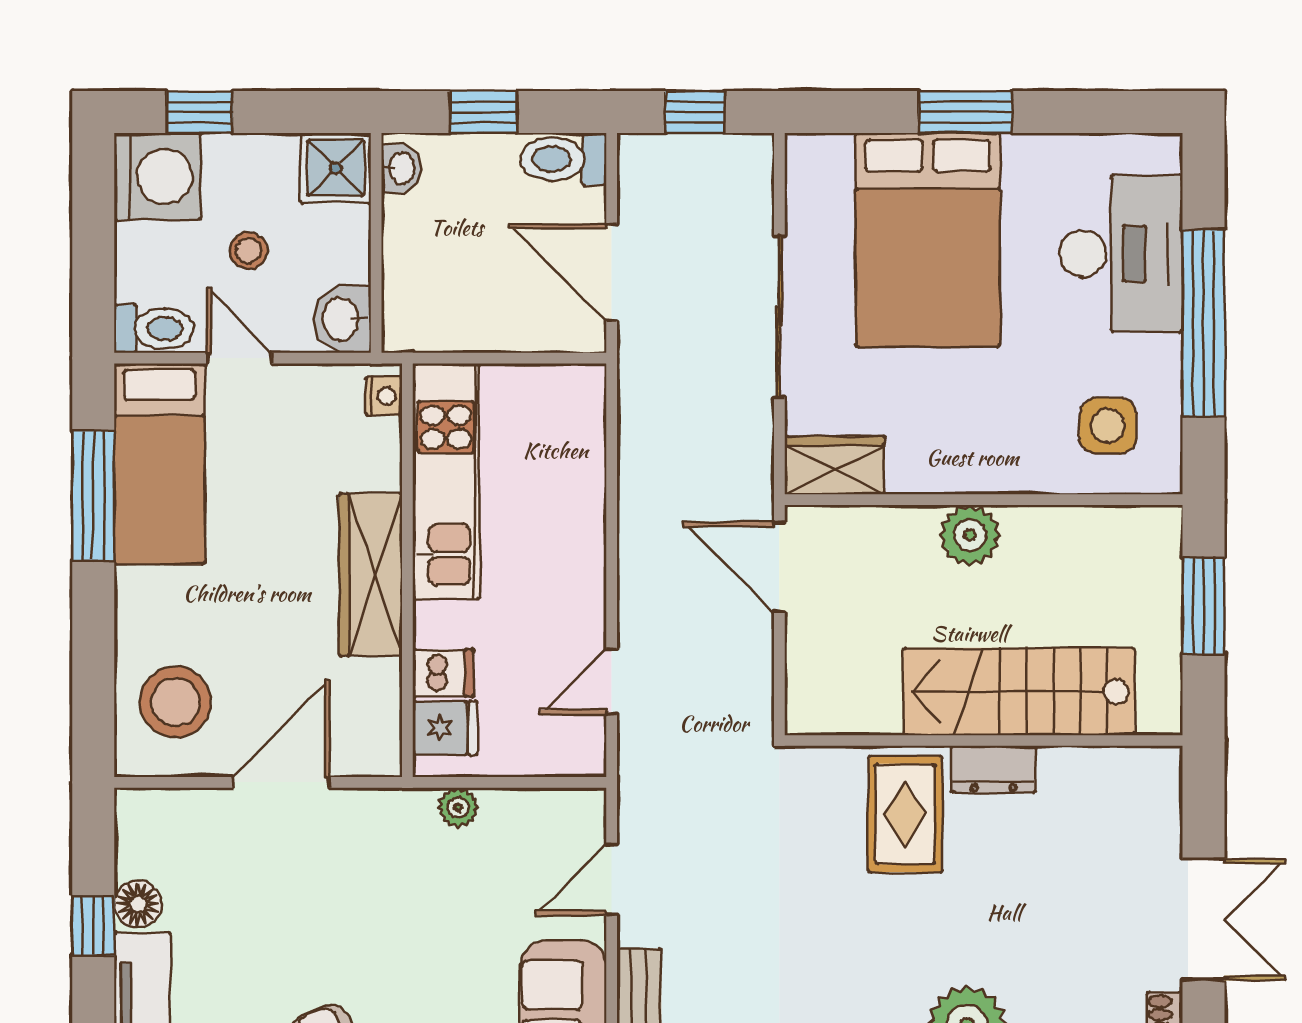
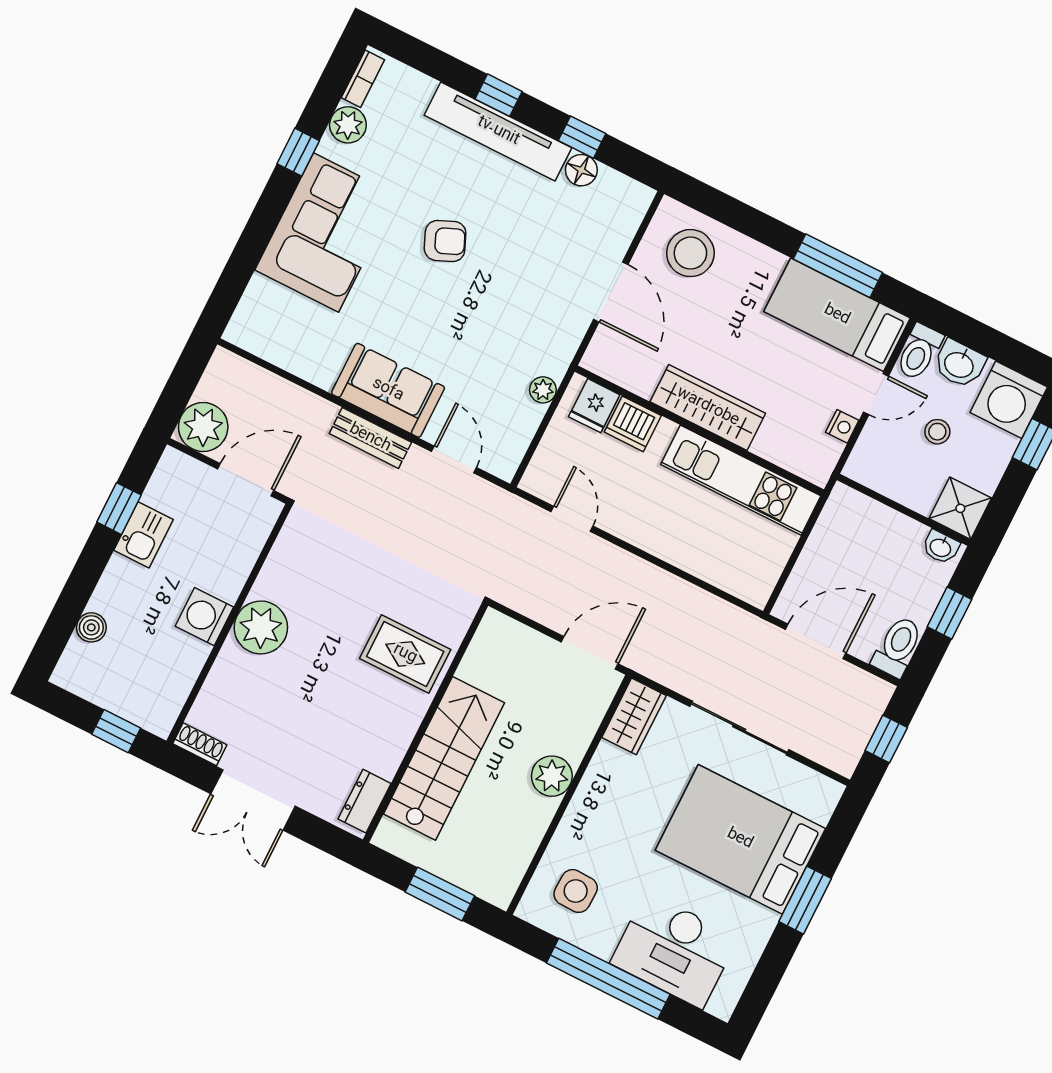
washbasin: (342, 319) -> (959, 364), moved, turned 180
nightstand: (384, 396) -> (842, 426), moved, turned -90
dishwasher: (443, 673) -> (633, 424), width x1.38
dresser: (994, 769) -> (364, 801), moved

